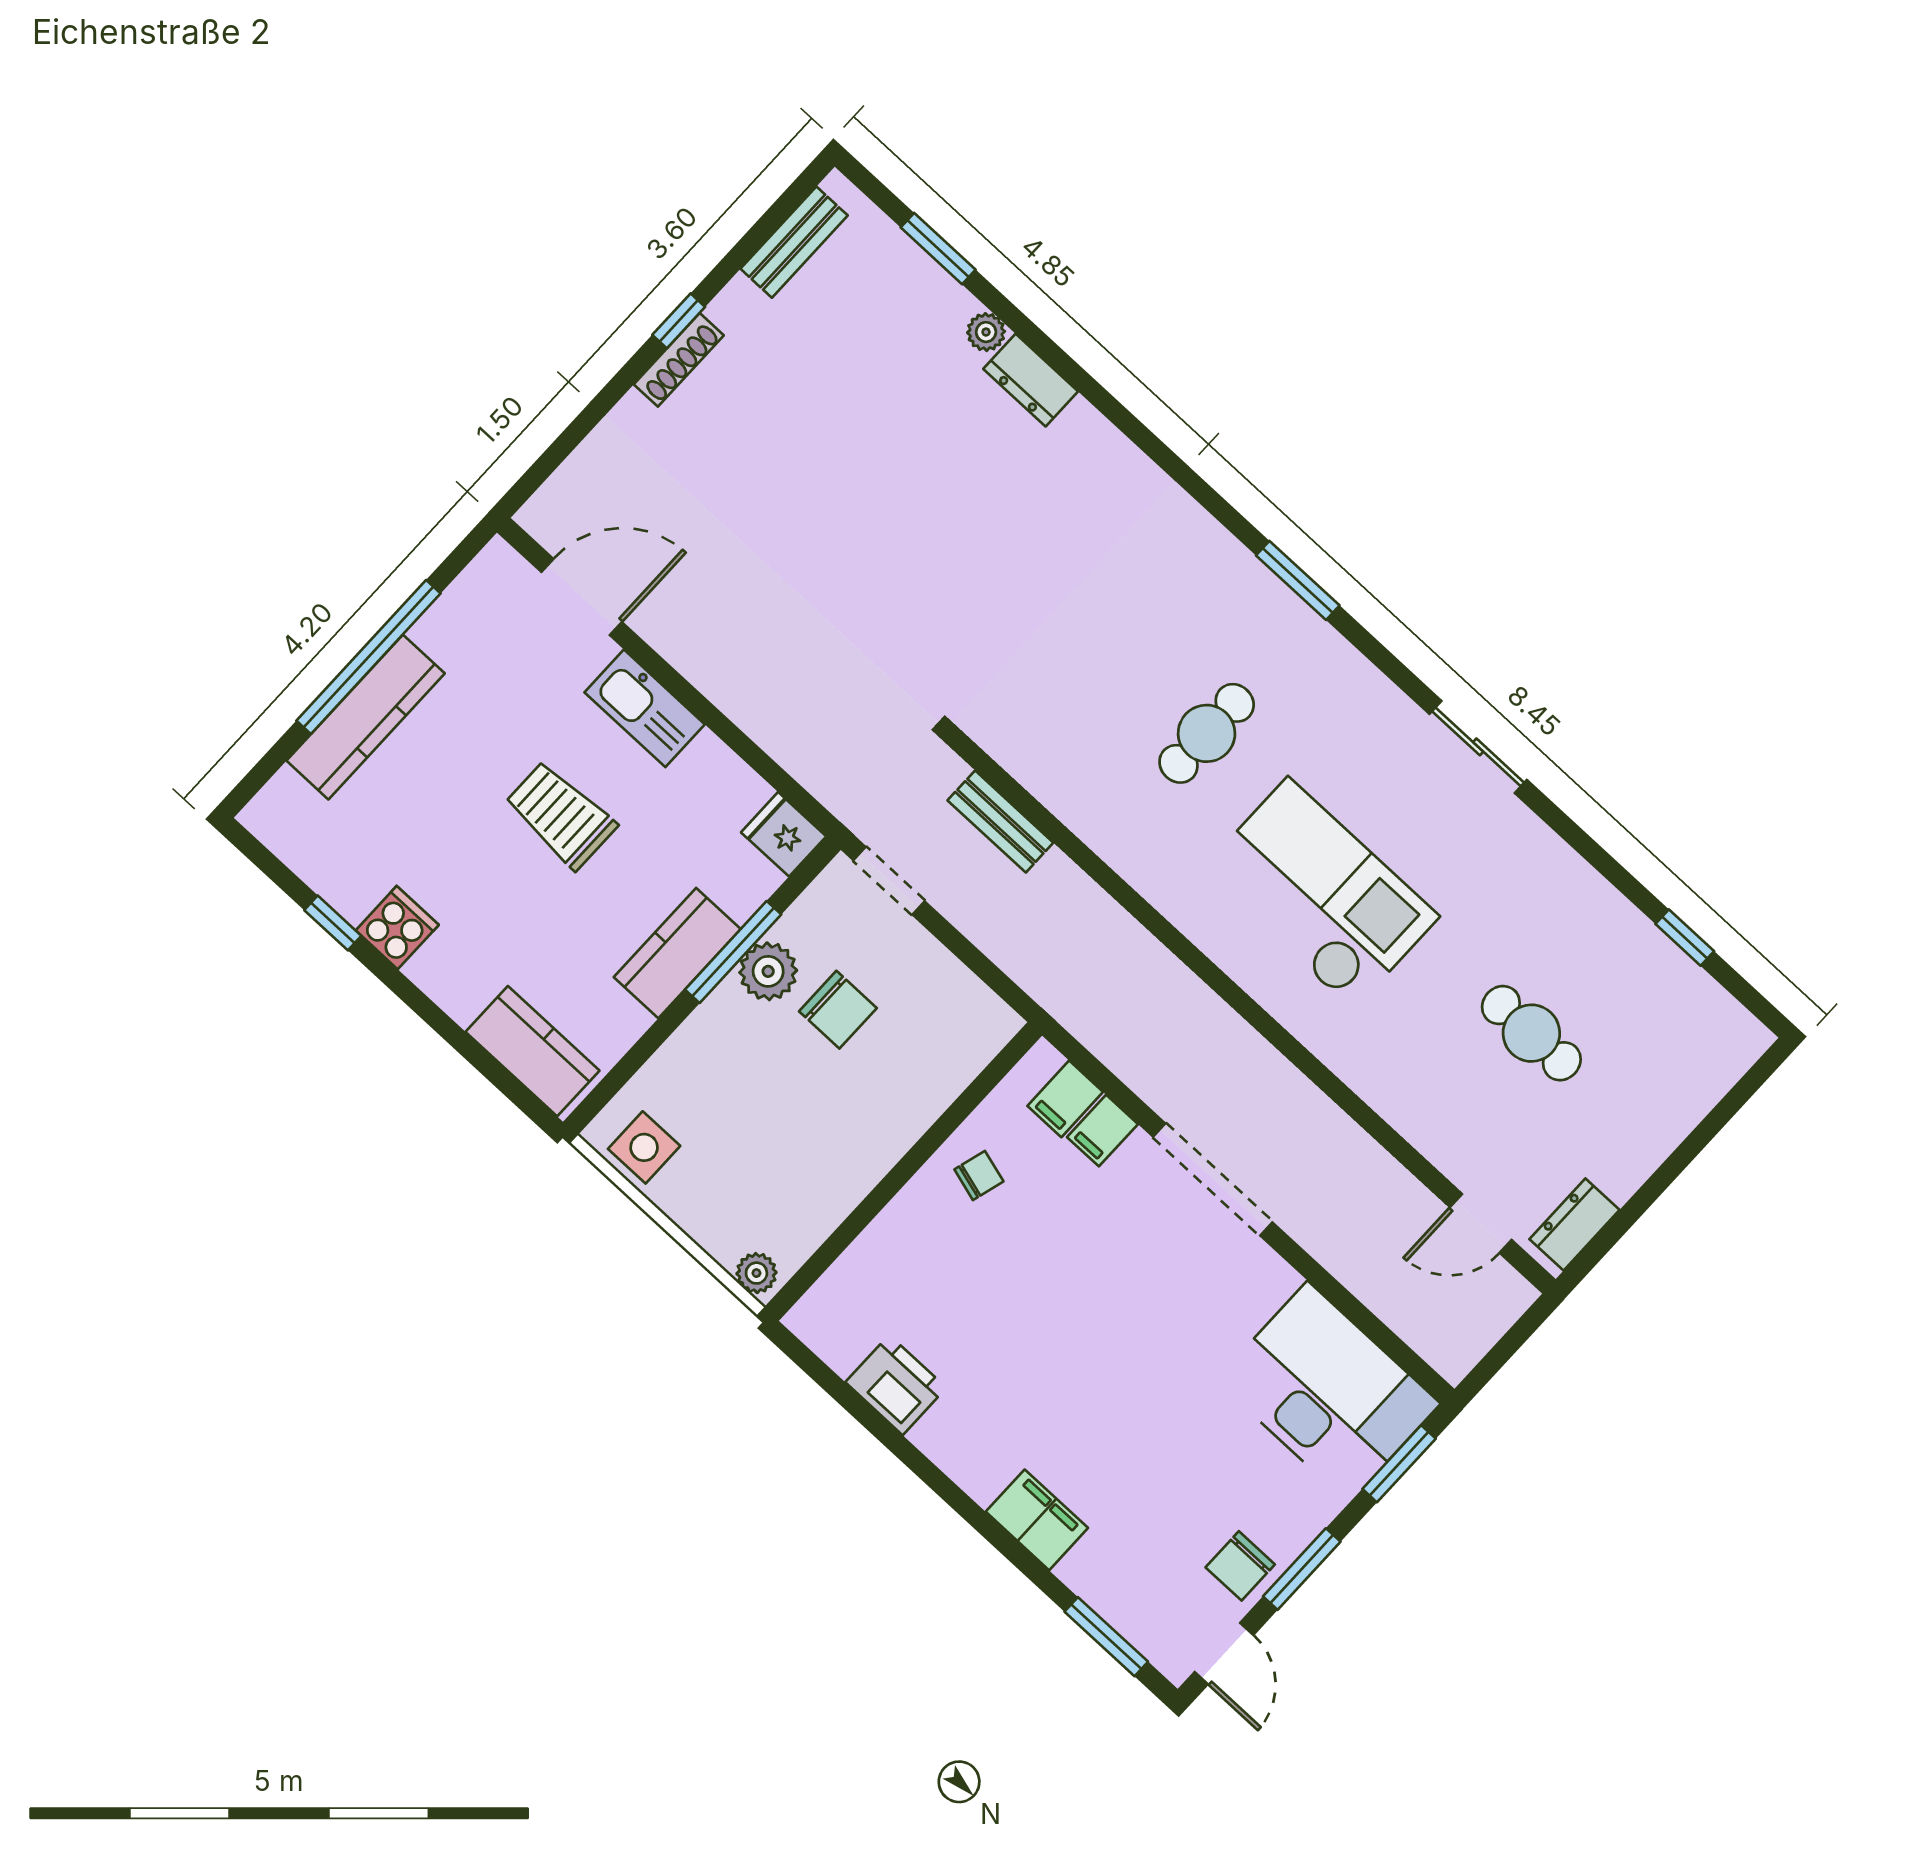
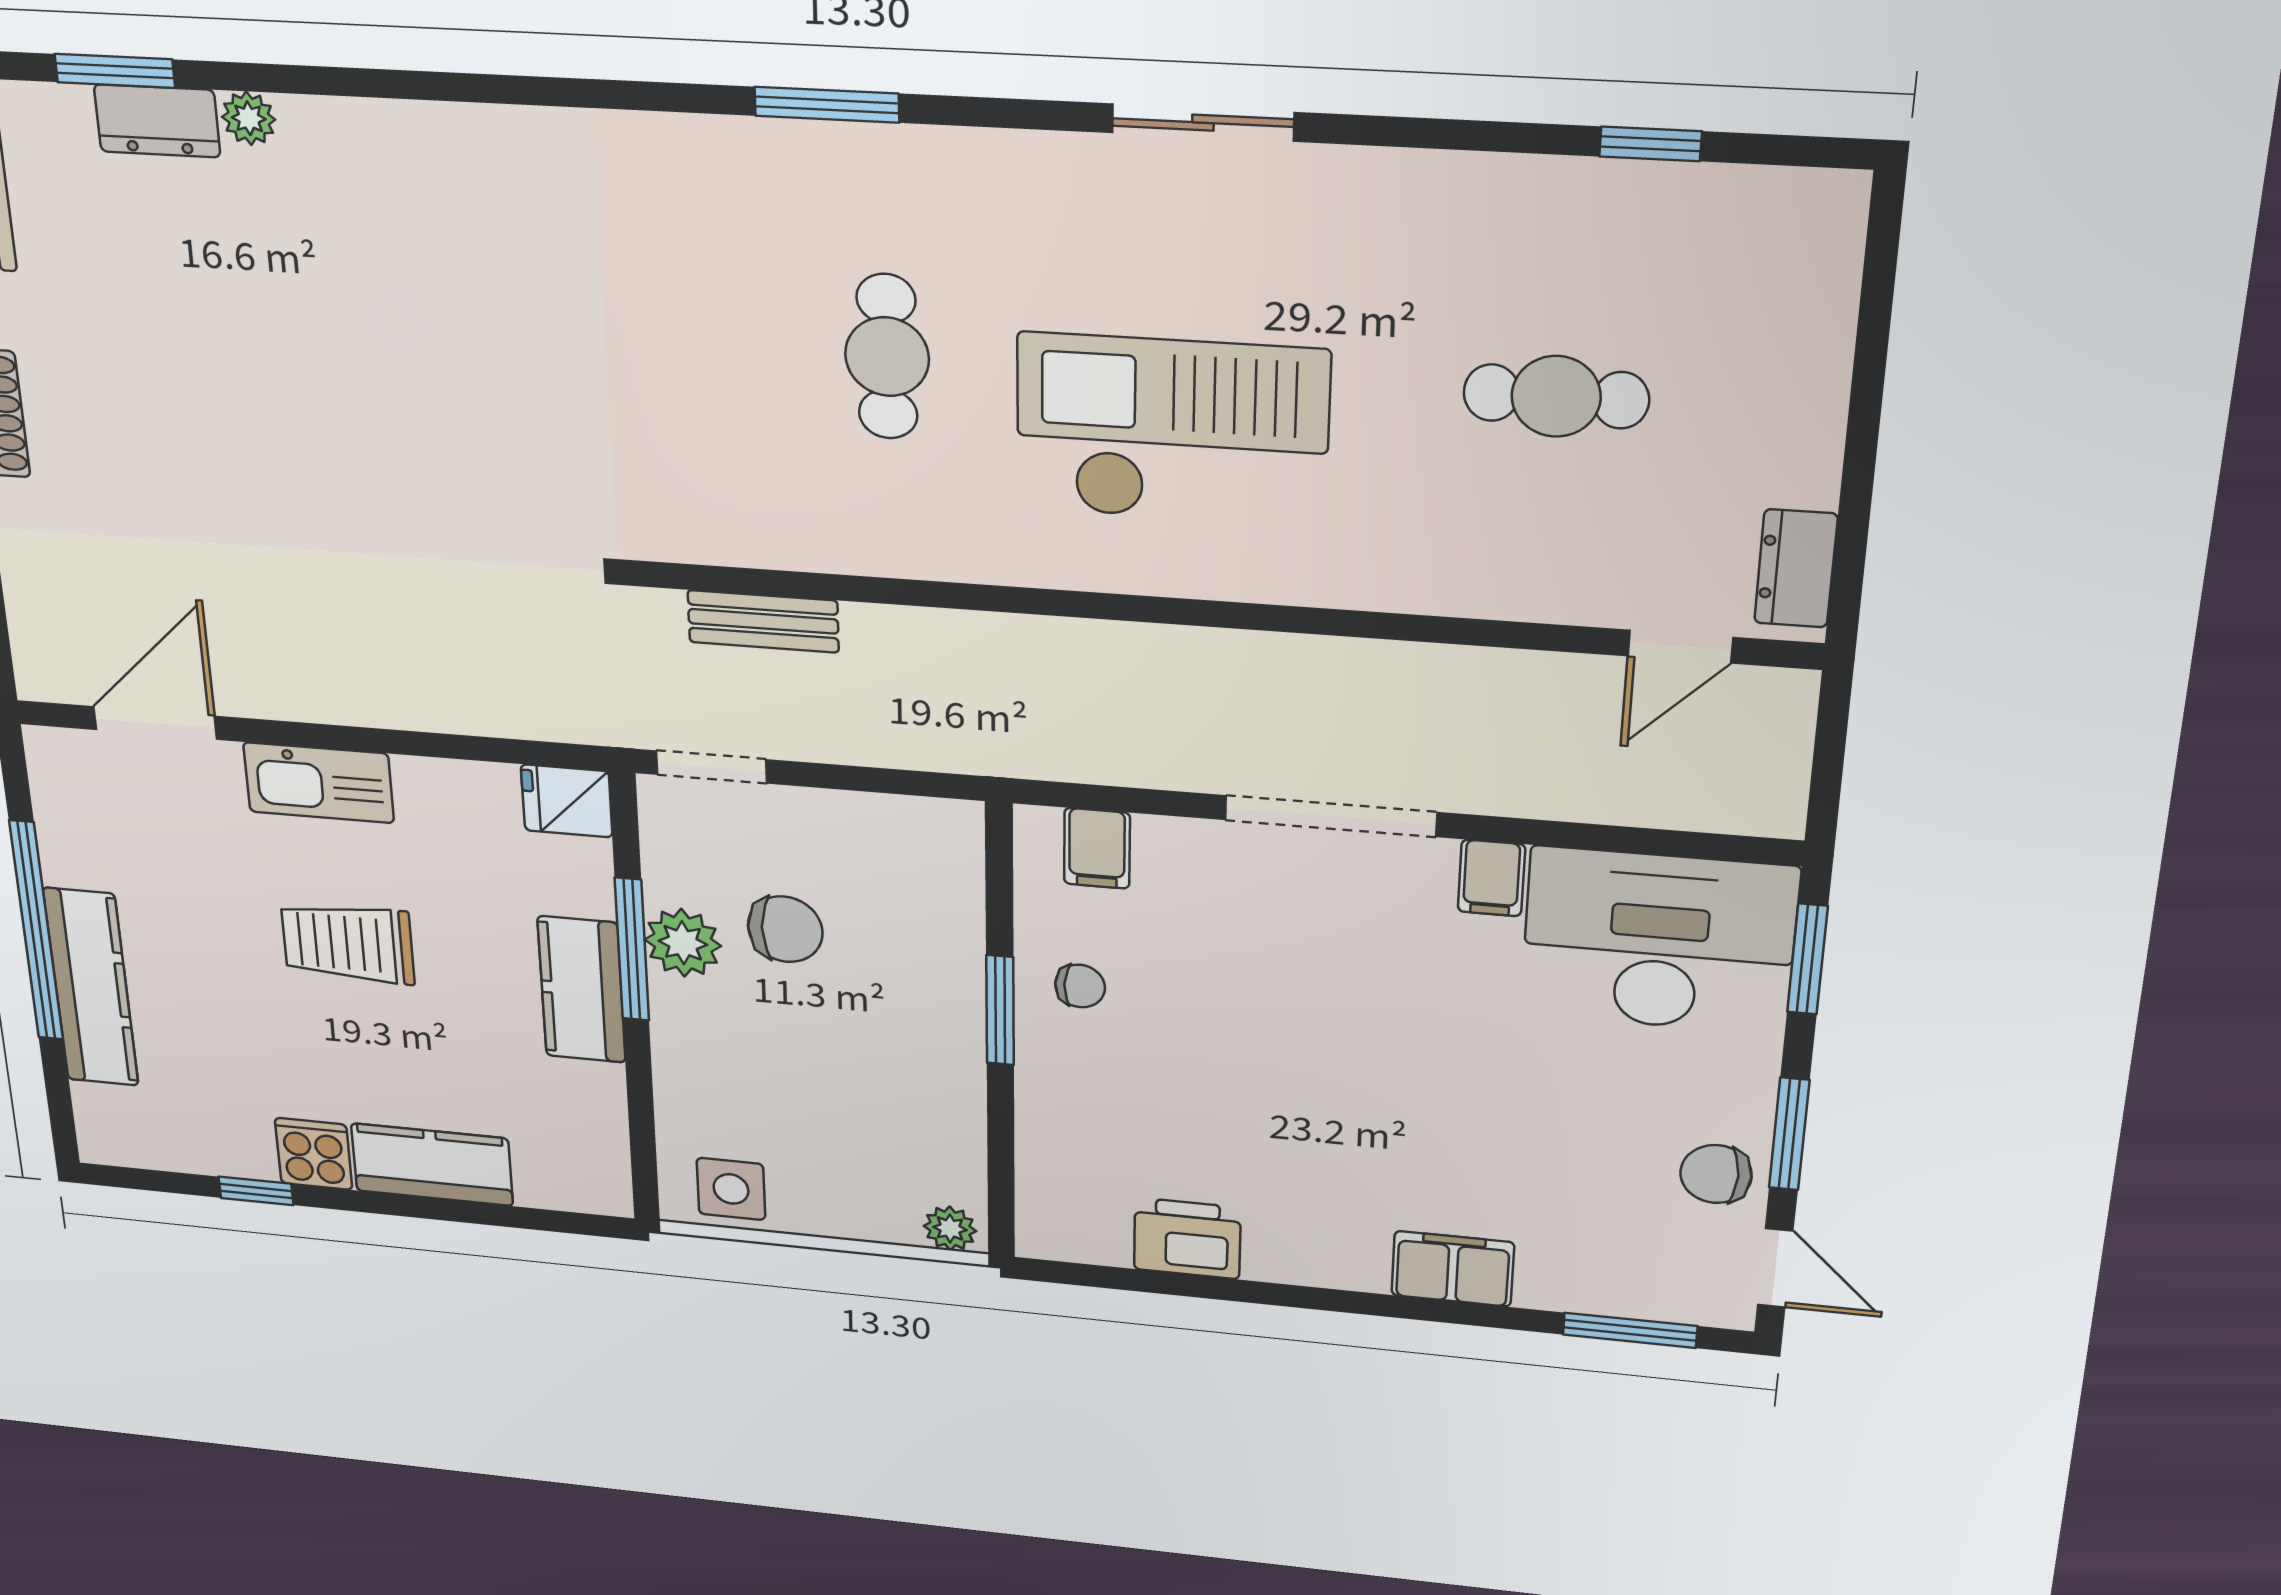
dresser: (1031, 380) -> (157, 121), moved
kitchen counter: (533, 1051) -> (432, 1165), moved
filing cabinet: (1102, 1131) -> (1491, 878), moved
window: (918, 1155) -> (1000, 1010), added
chair: (979, 1175) -> (1080, 986), turned 76
chair: (1240, 1566) -> (1716, 1174), turned 90

